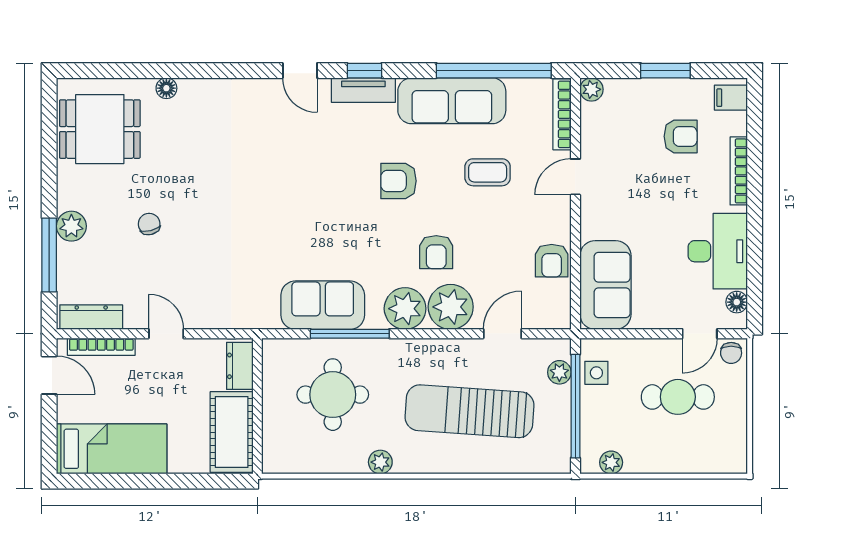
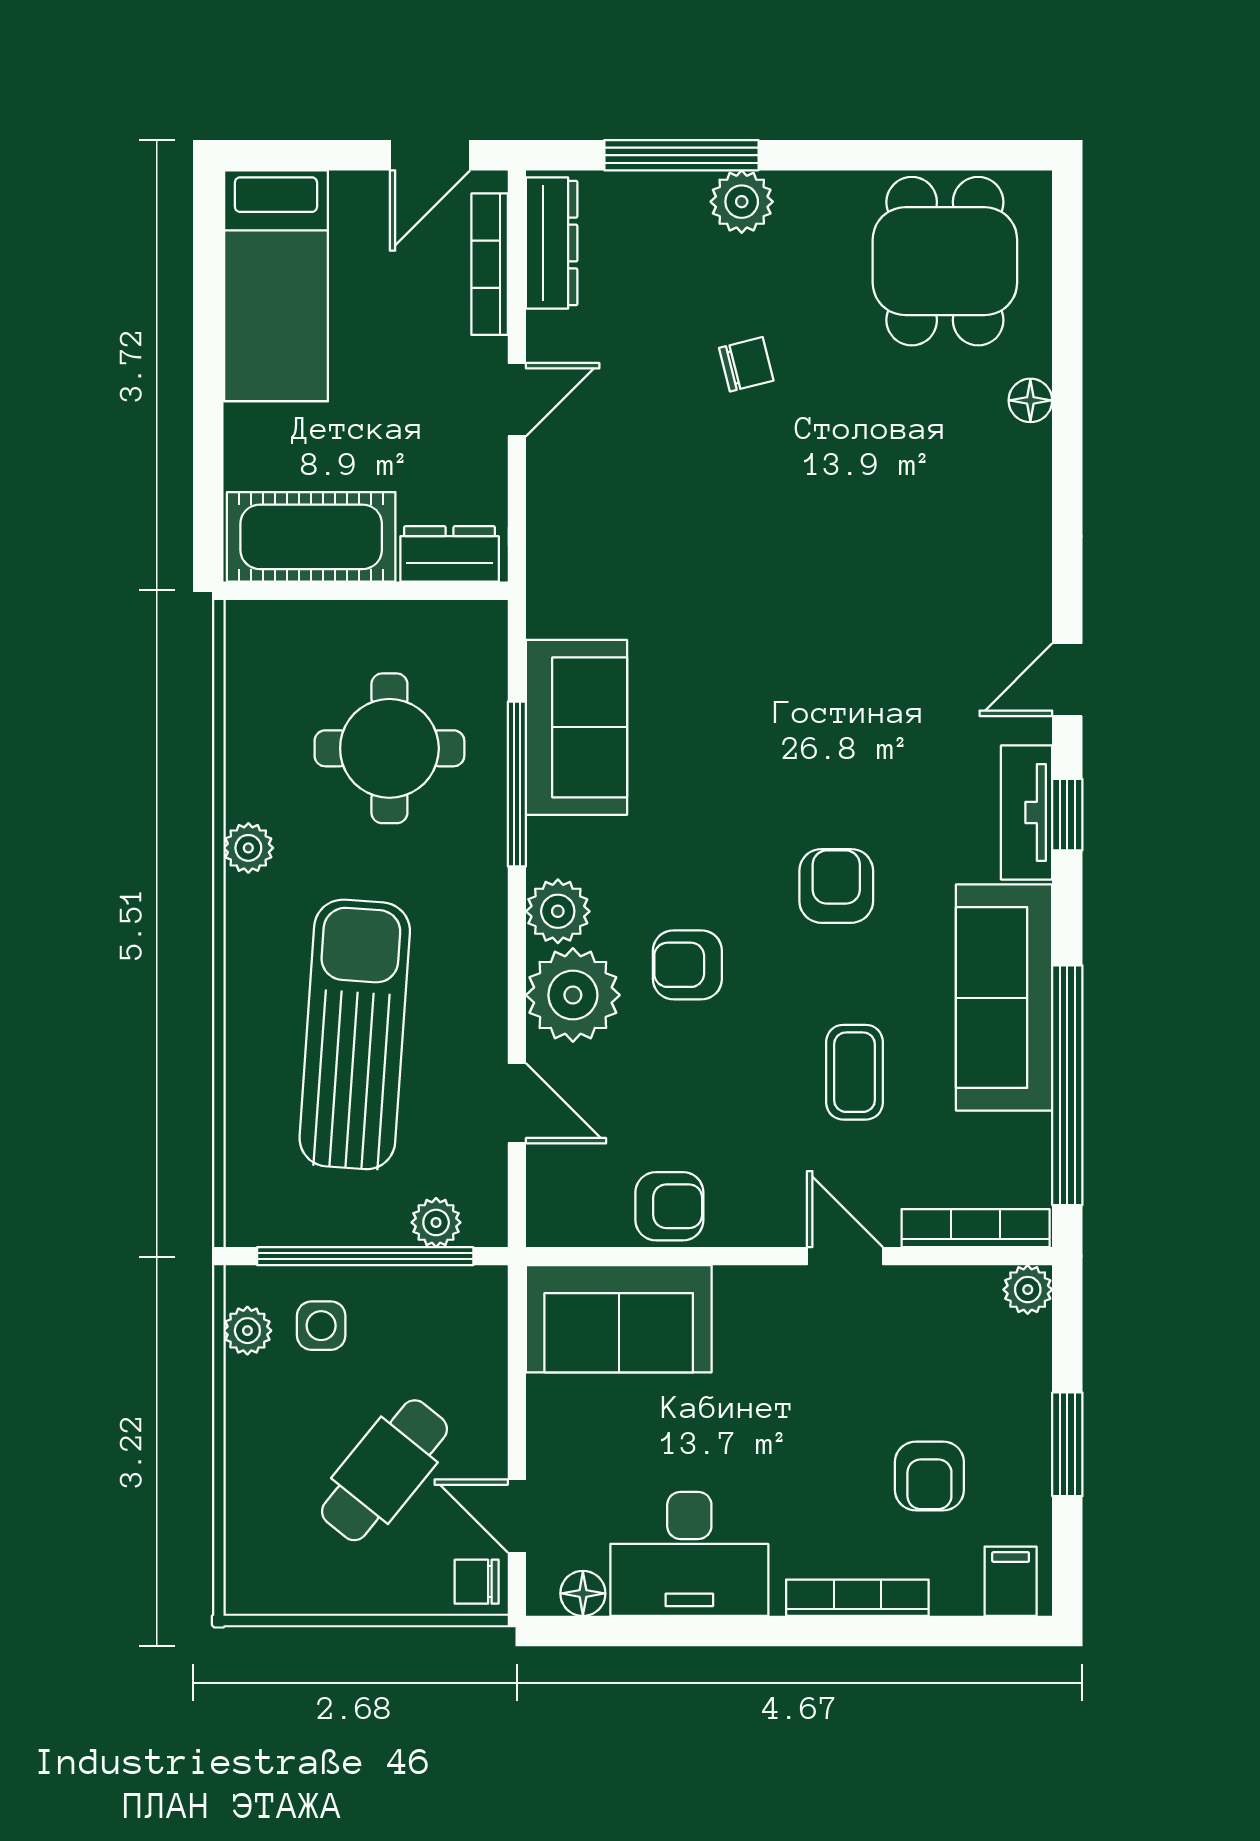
armchair: (552, 261) -> (669, 1206), turned 180
plant: (405, 309) -> (558, 911), width x0.73, depth x0.73
side table: (596, 373) -> (321, 1326), moved
cafe table: (678, 397) -> (384, 1470), turned 39

